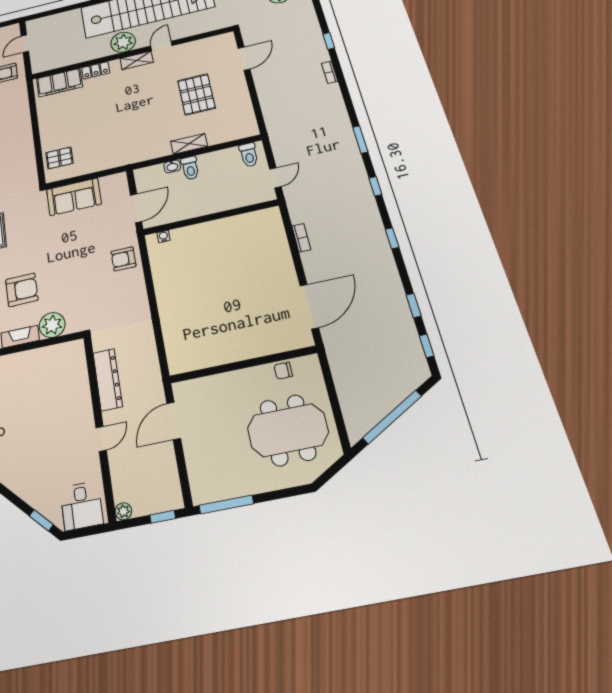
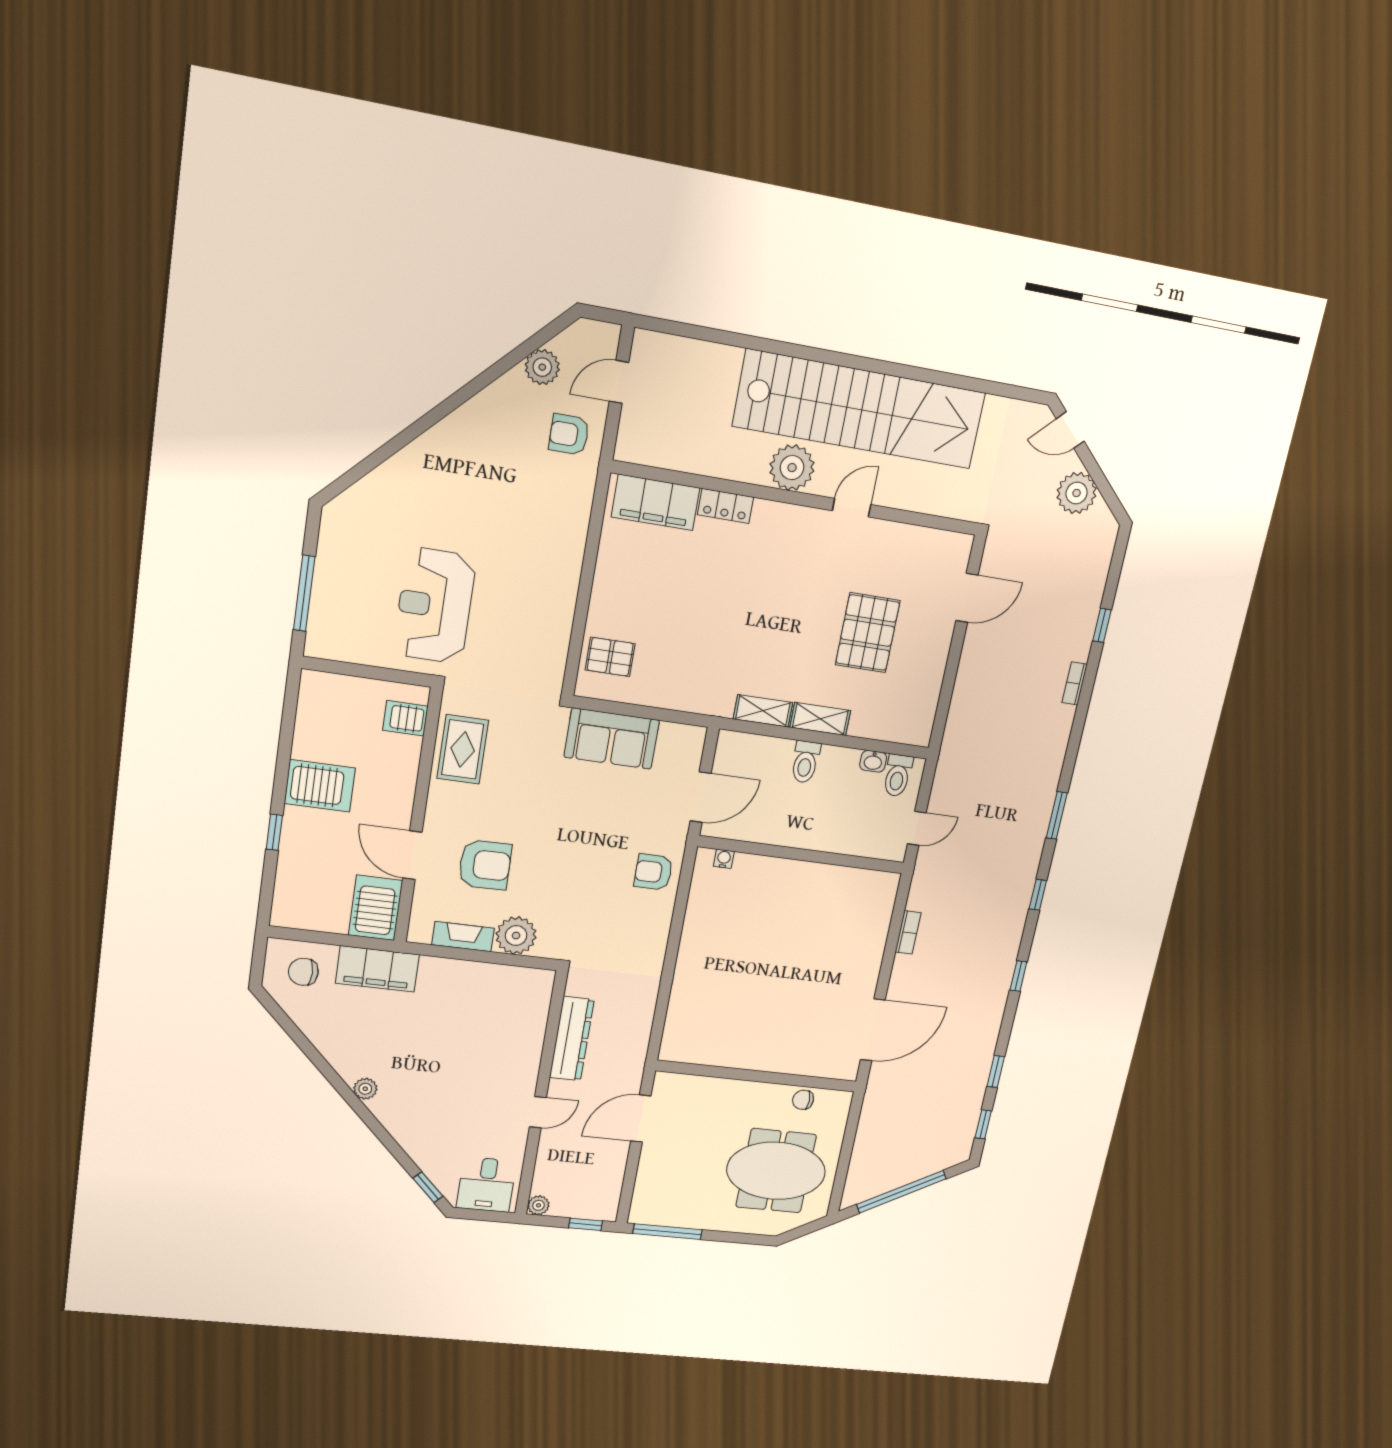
shelving: (137, 60) -> (763, 711), moved
washbasin: (172, 166) -> (873, 761), moved

